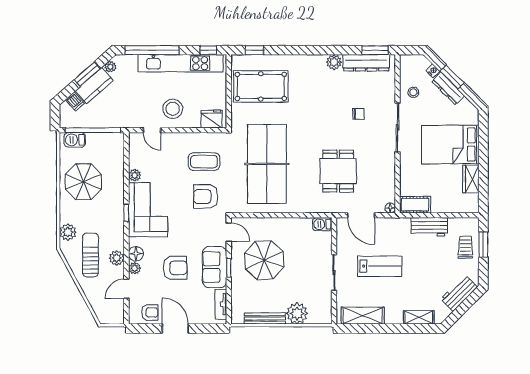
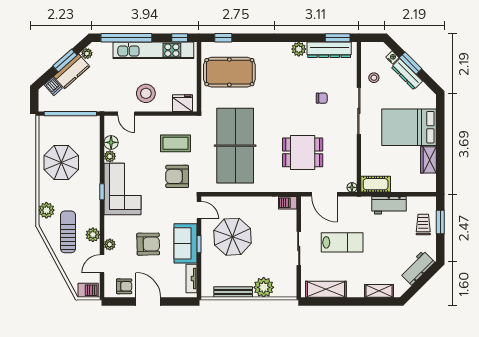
barbecue: (75, 140) -> (88, 290), moved, turned 180
dining table: (338, 171) -> (303, 152), turned 90
floor lamp: (136, 254) -> (111, 142), moved

